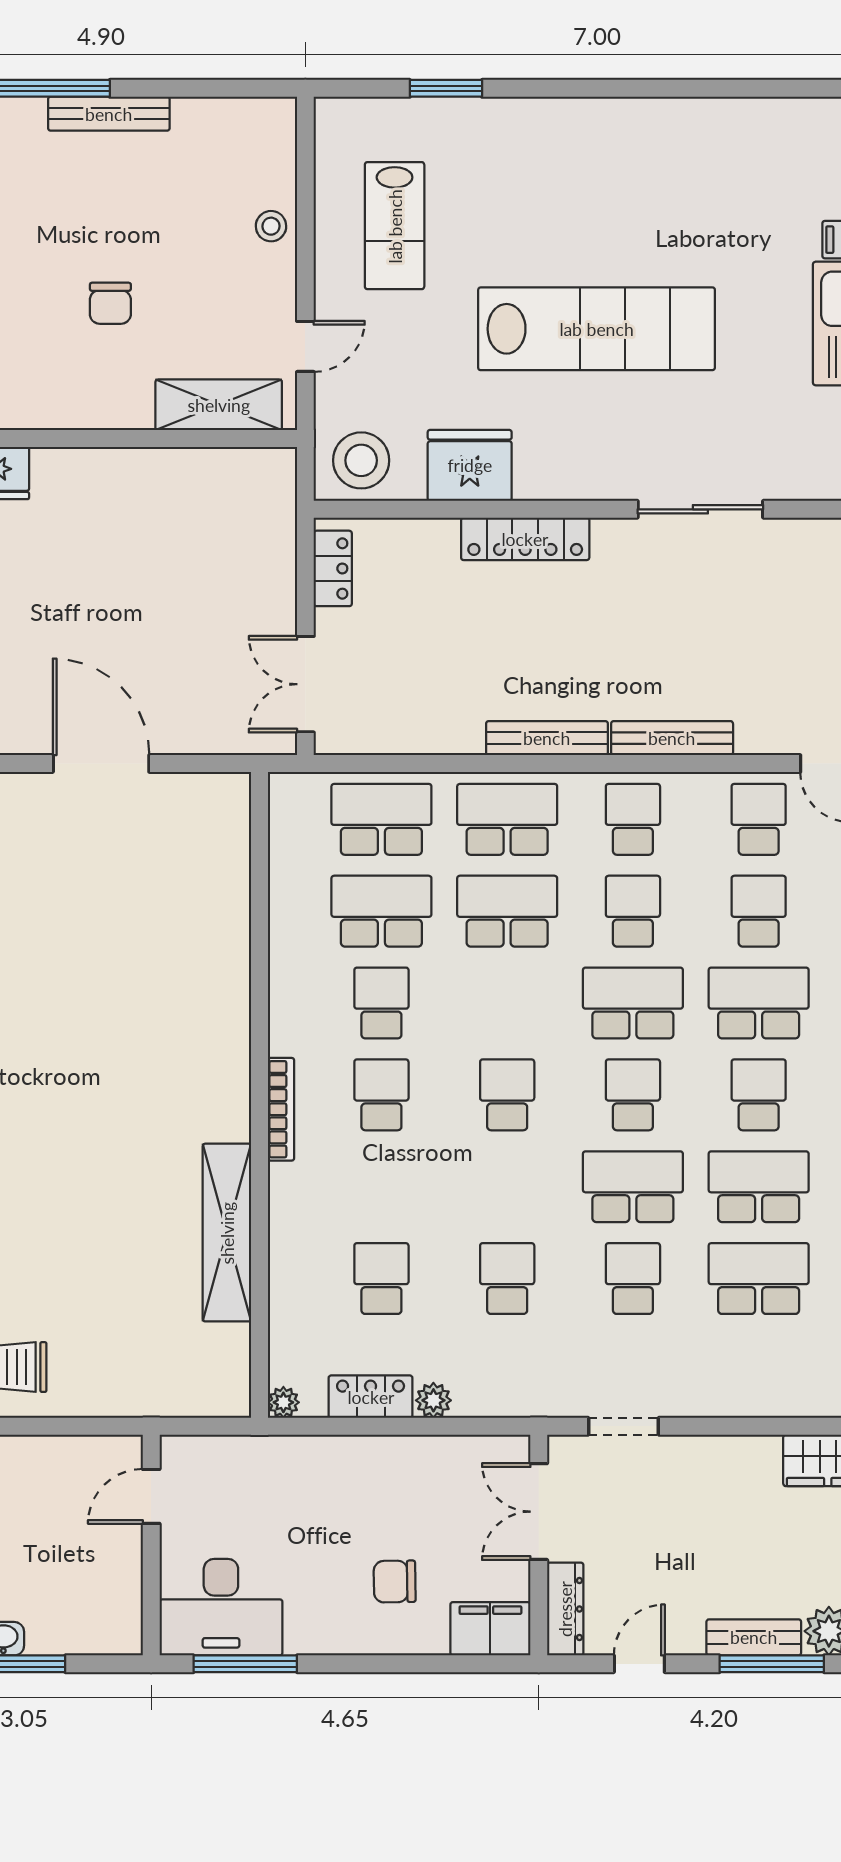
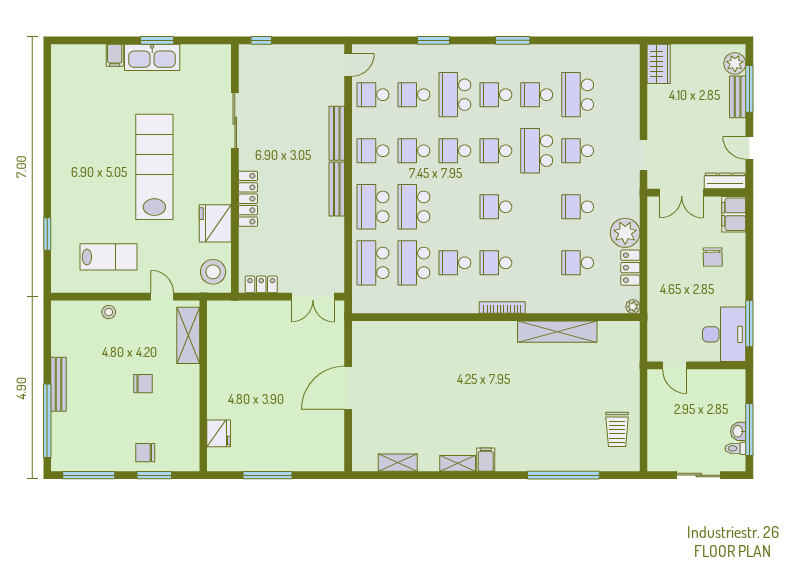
school desk: (633, 1003) -> (455, 151), width x0.54
school desk: (759, 1187) -> (537, 95), width x0.54
plant: (433, 1400) -> (625, 233), width x1.88, depth x1.88

